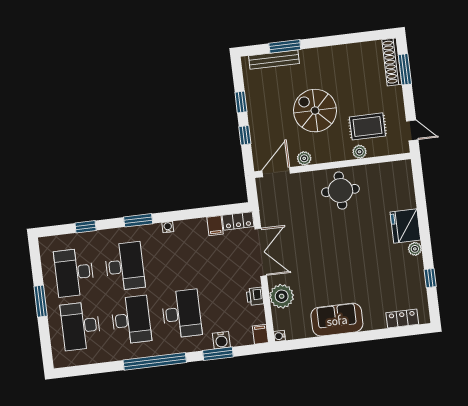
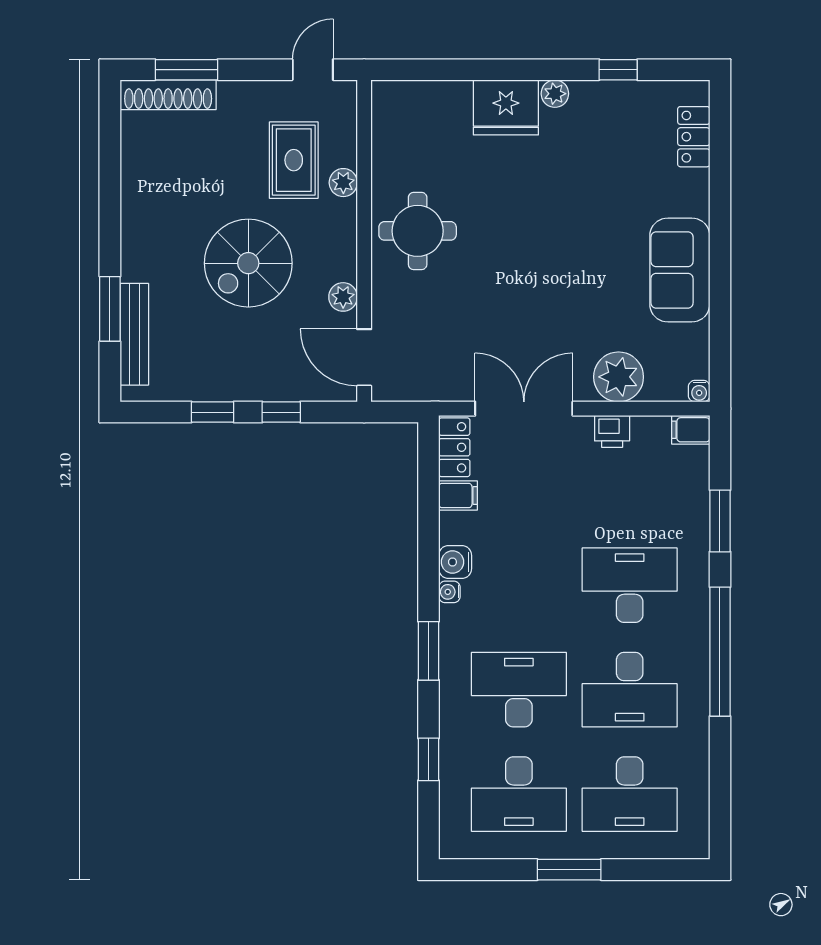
desk: (131, 320) -> (630, 690), turned 180
water cooler: (221, 340) -> (455, 562), moved, turned 180

